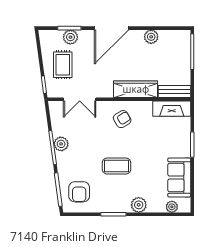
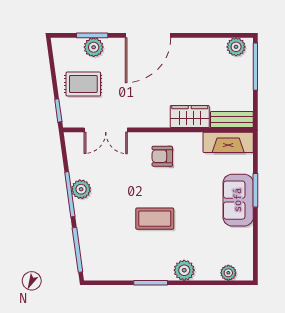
plant: (151, 37) -> (236, 47), moved
rug: (63, 65) -> (83, 84), turned 90
wardrobe: (136, 89) -> (190, 117), width x0.67
armchair: (122, 119) -> (162, 156), turned -149
sofa: (179, 178) -> (238, 200), moved
armchair: (79, 192) -> (105, 253), removed

